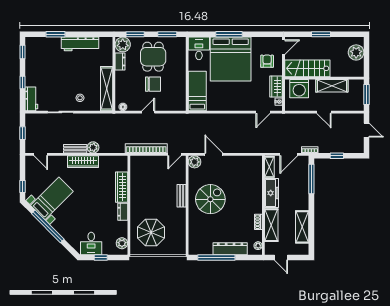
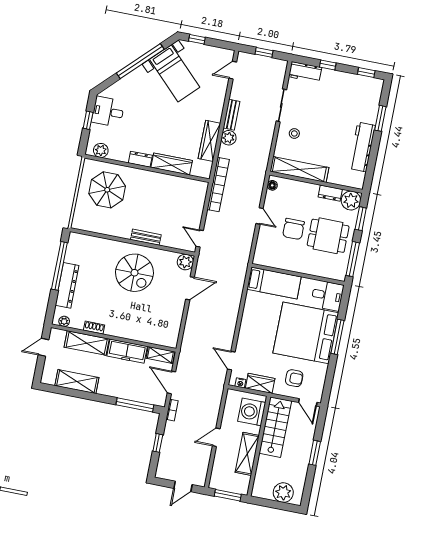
window: (167, 34) -> (353, 259), width x1.44
bookcase: (146, 148) -> (218, 185), moved
wardrobe: (83, 162) -> (209, 141), moved

